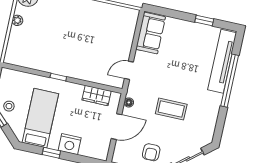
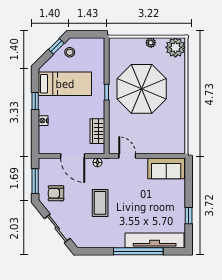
parasol: (63, 40) -> (142, 89), added
nightstand: (70, 144) -> (43, 121), width x0.53, depth x0.56

